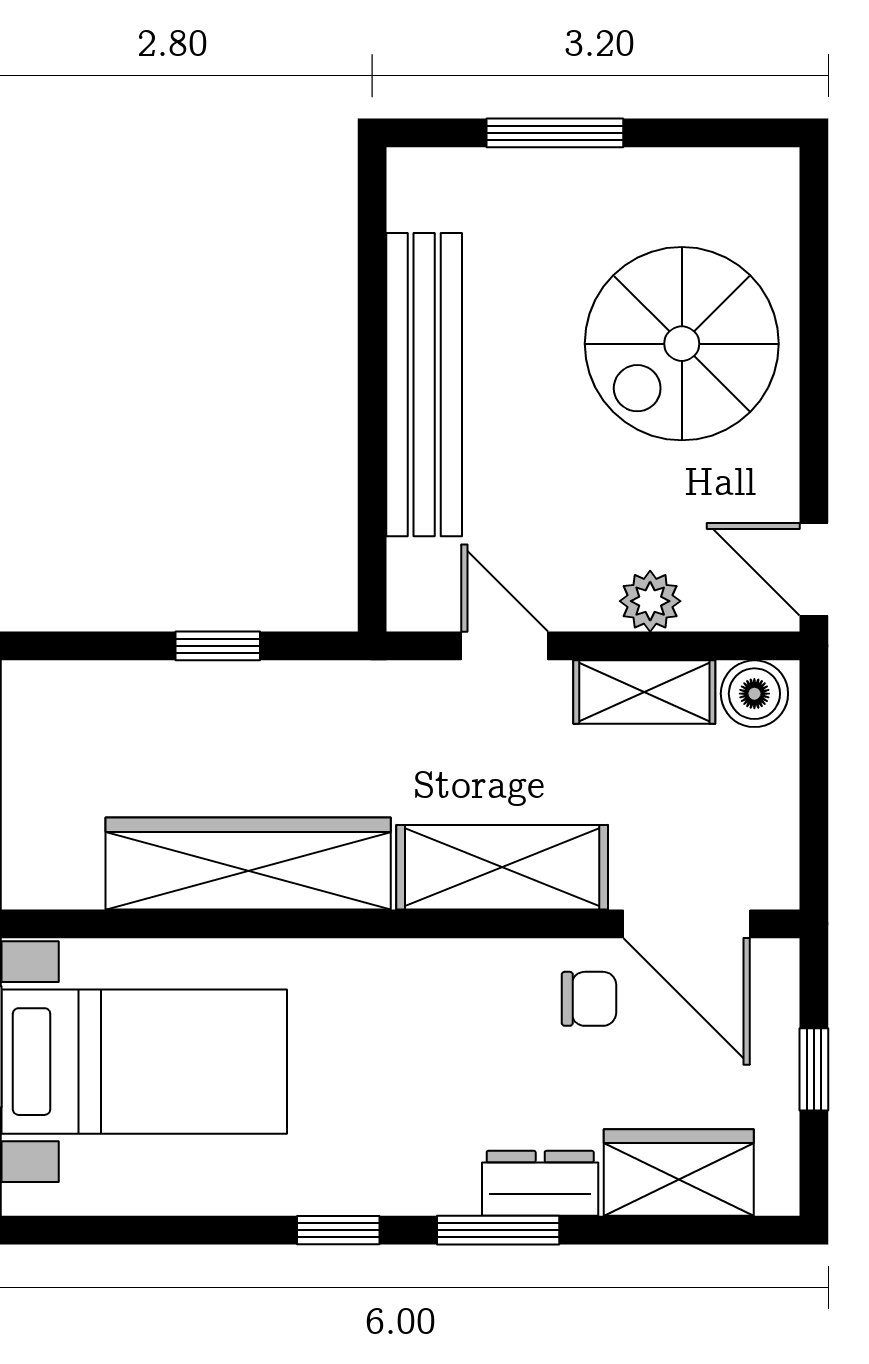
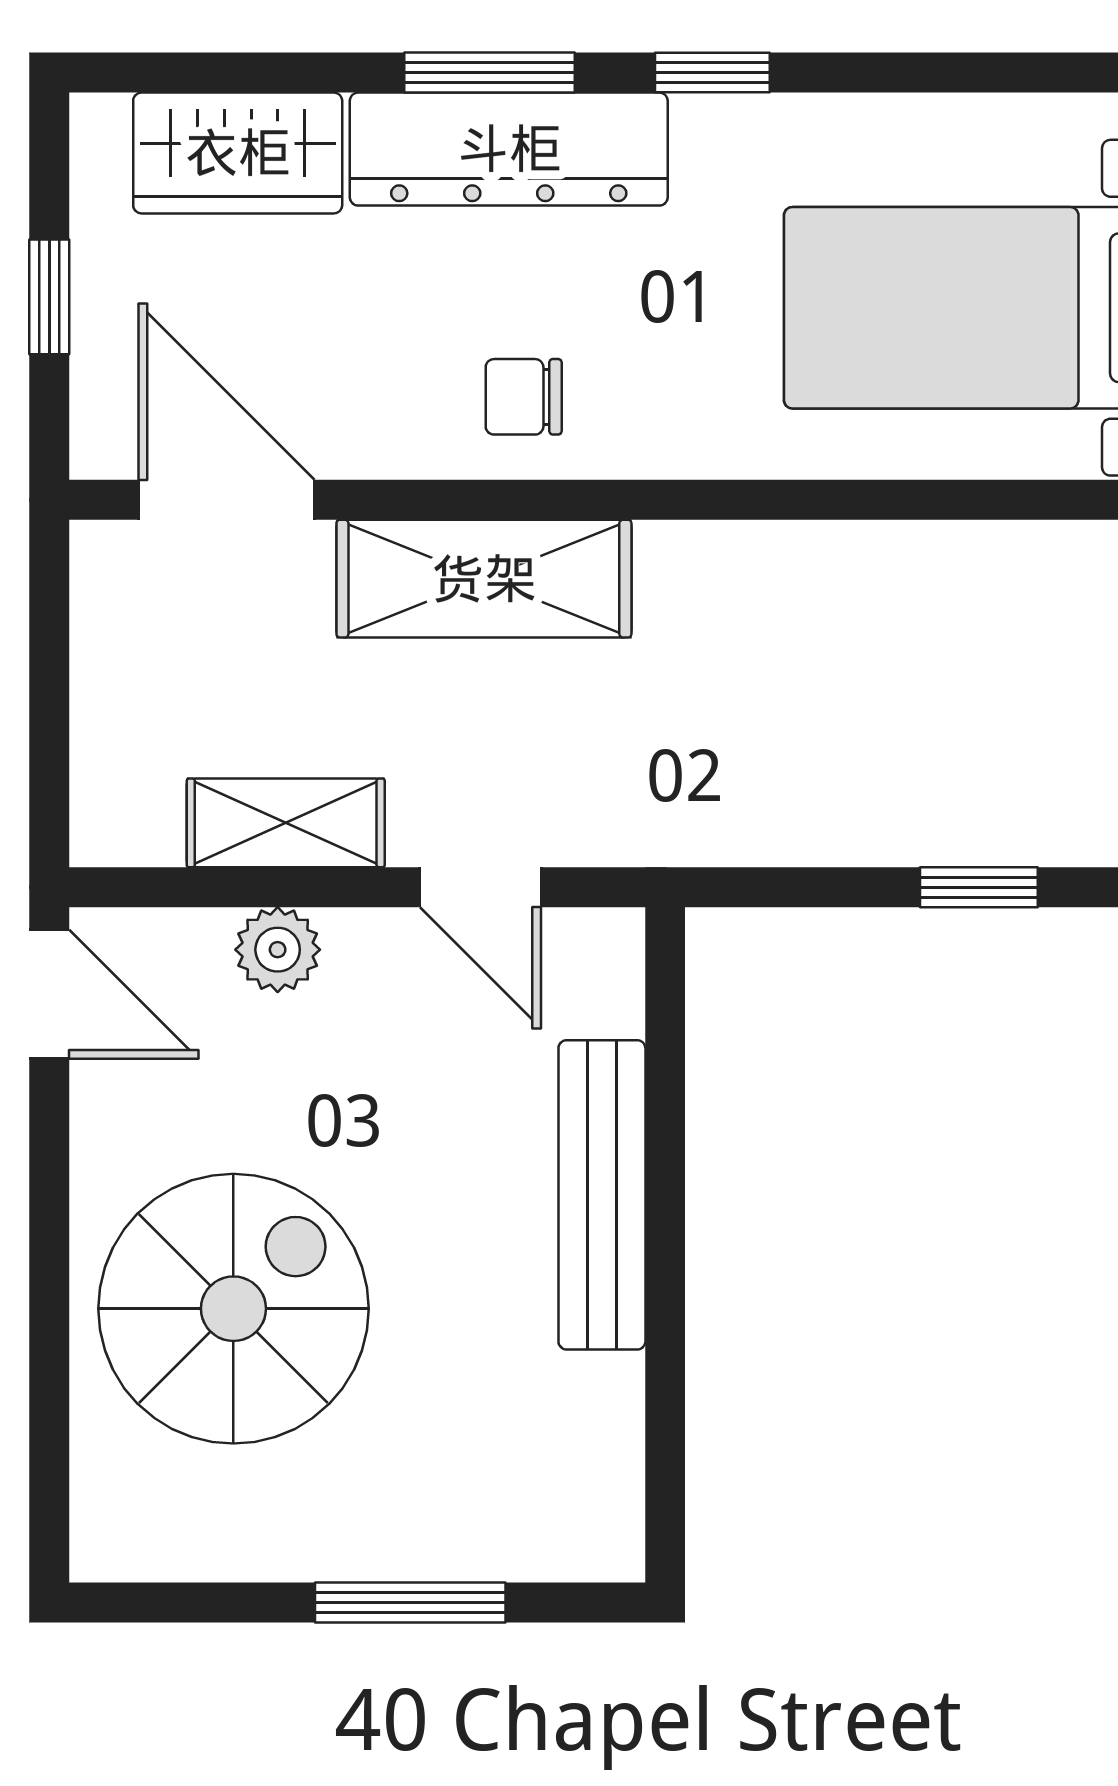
bench: (424, 385) -> (602, 1195), width x0.73, depth x0.82
window: (218, 646) -> (979, 887), moved
boiler: (754, 694) -> (132, 821), removed
wardrobe: (248, 863) -> (838, 584), removed
chair: (589, 999) -> (524, 397), moved
dresser: (540, 1183) -> (509, 149), width x1.96, depth x1.24

